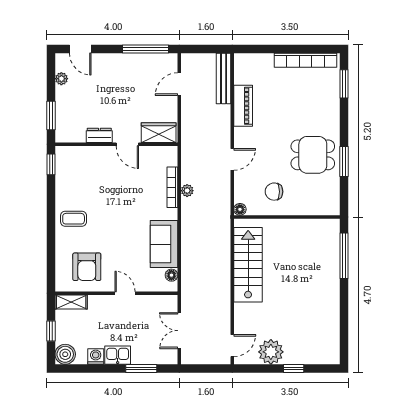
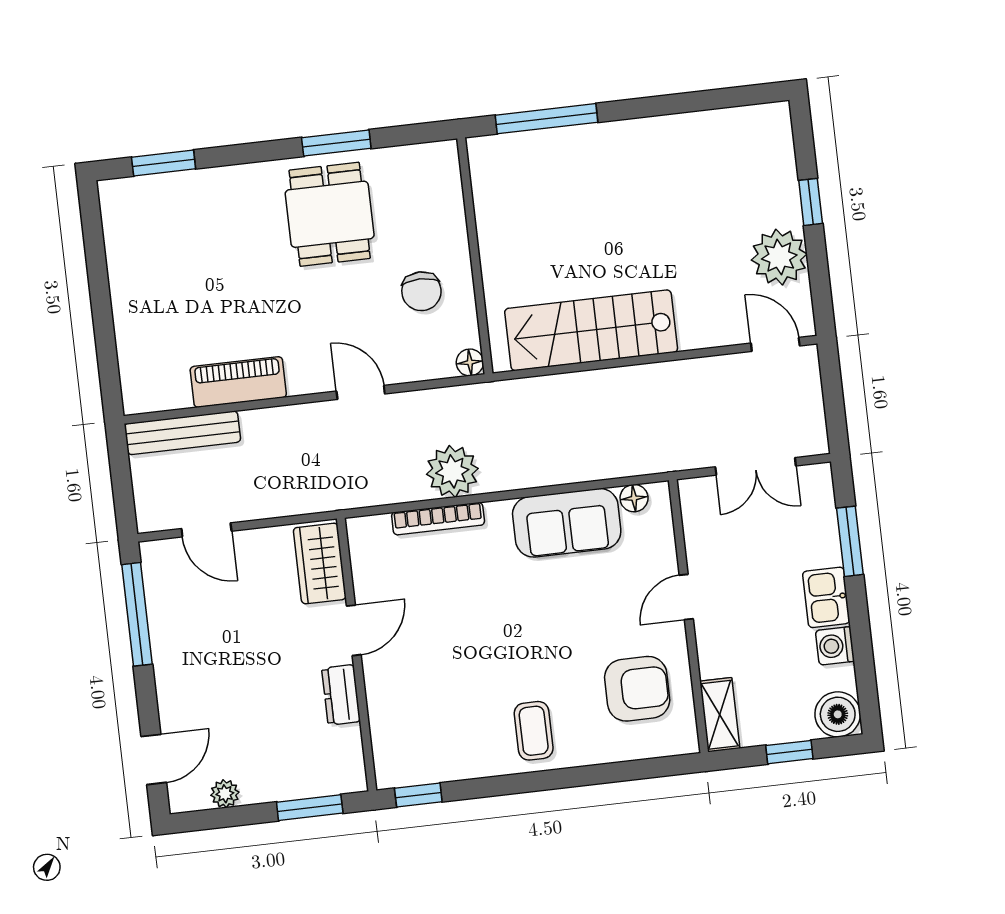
bookcase: (306, 60) -> (121, 255), removed
plant: (187, 191) -> (452, 471), width x1.88, depth x1.88

